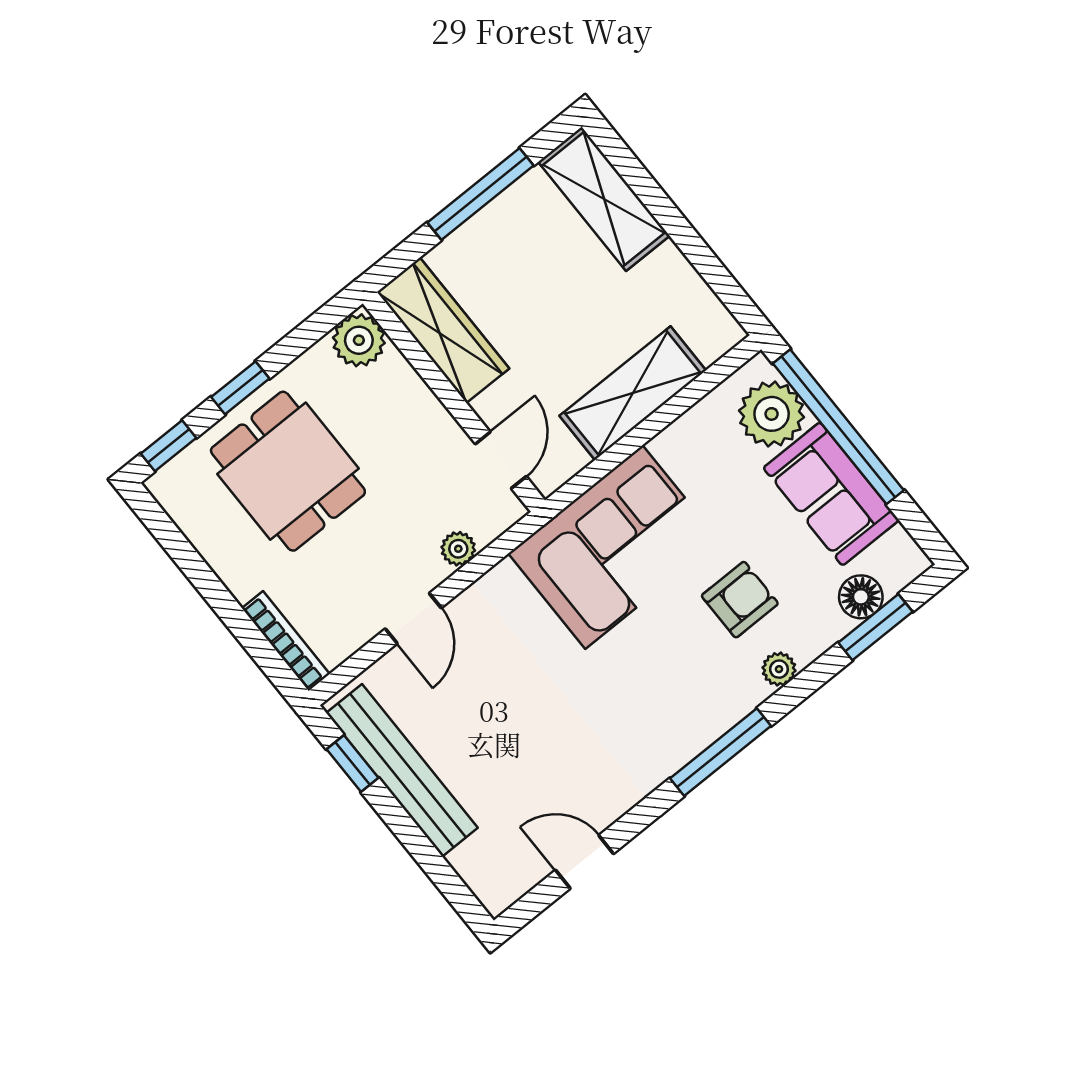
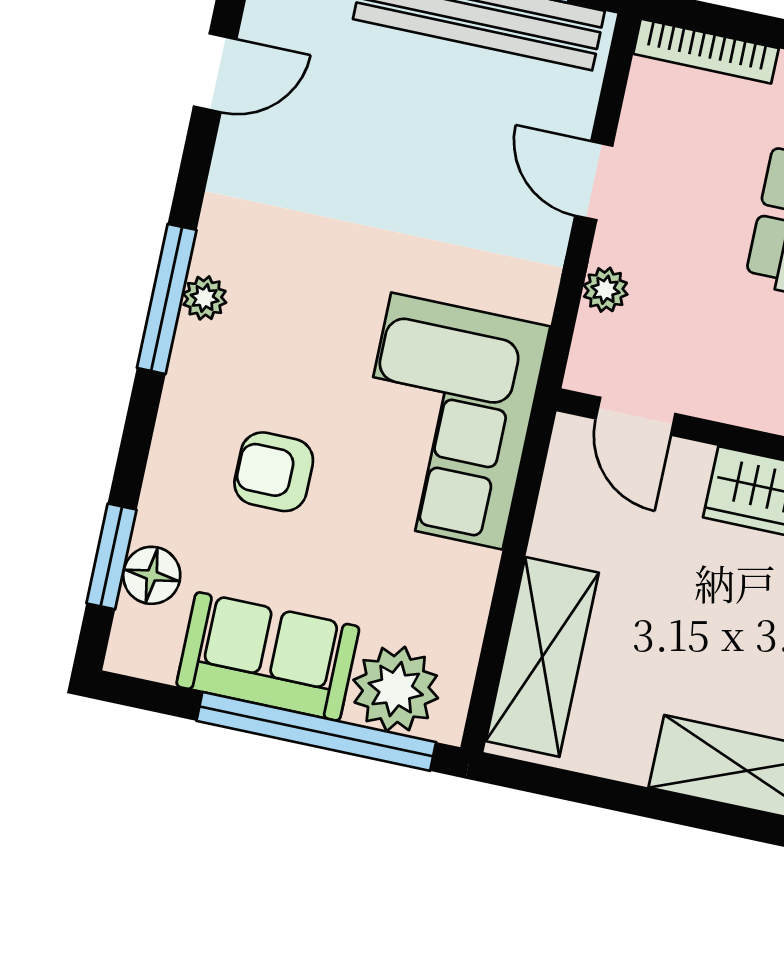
shelving: (633, 393) -> (542, 657), moved
armchair: (740, 600) -> (274, 472), turned 90
plant: (779, 669) -> (205, 298), moved

